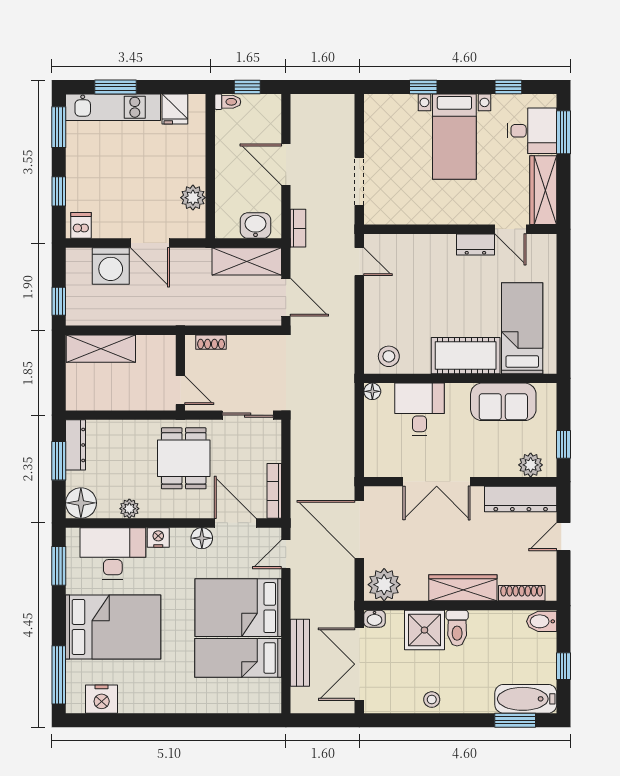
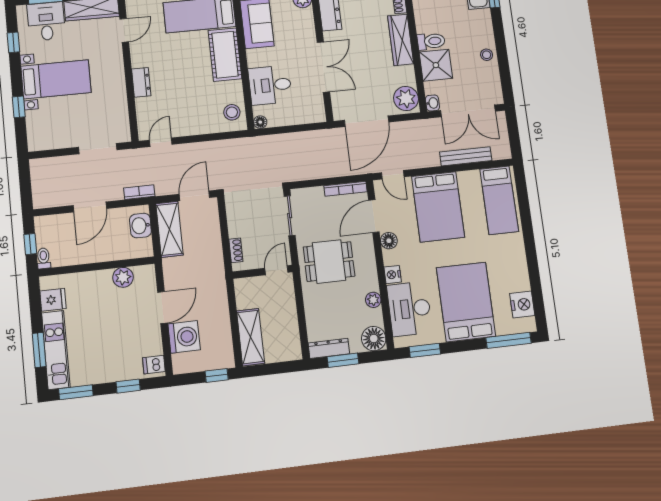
dresser: (475, 244) -> (141, 82), moved
bed: (238, 658) -> (499, 200), moved

